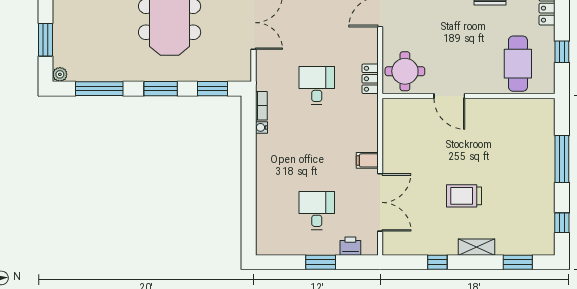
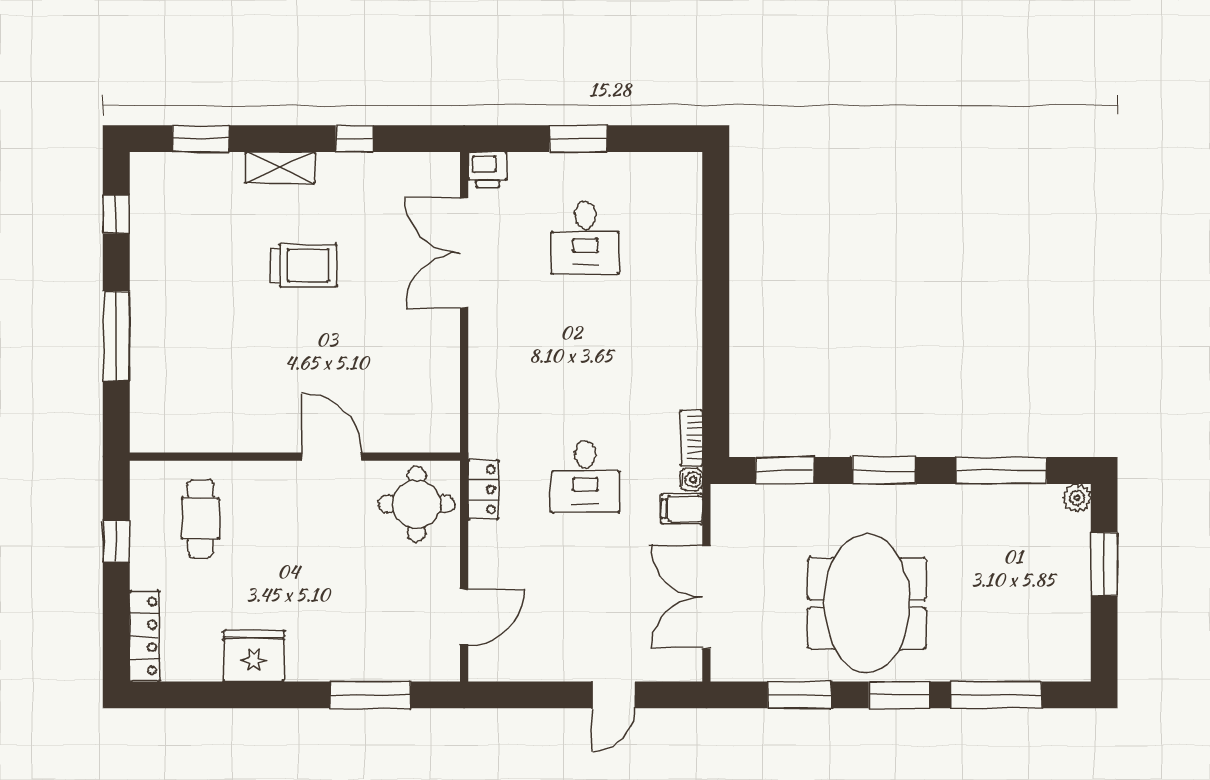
cafe table: (518, 64) -> (200, 518), width x0.73, depth x0.74
water cooler: (261, 127) -> (691, 479), moved
filing cabinet: (367, 160) -> (682, 509), moved, turned 180
printer: (350, 246) -> (488, 169), moved

